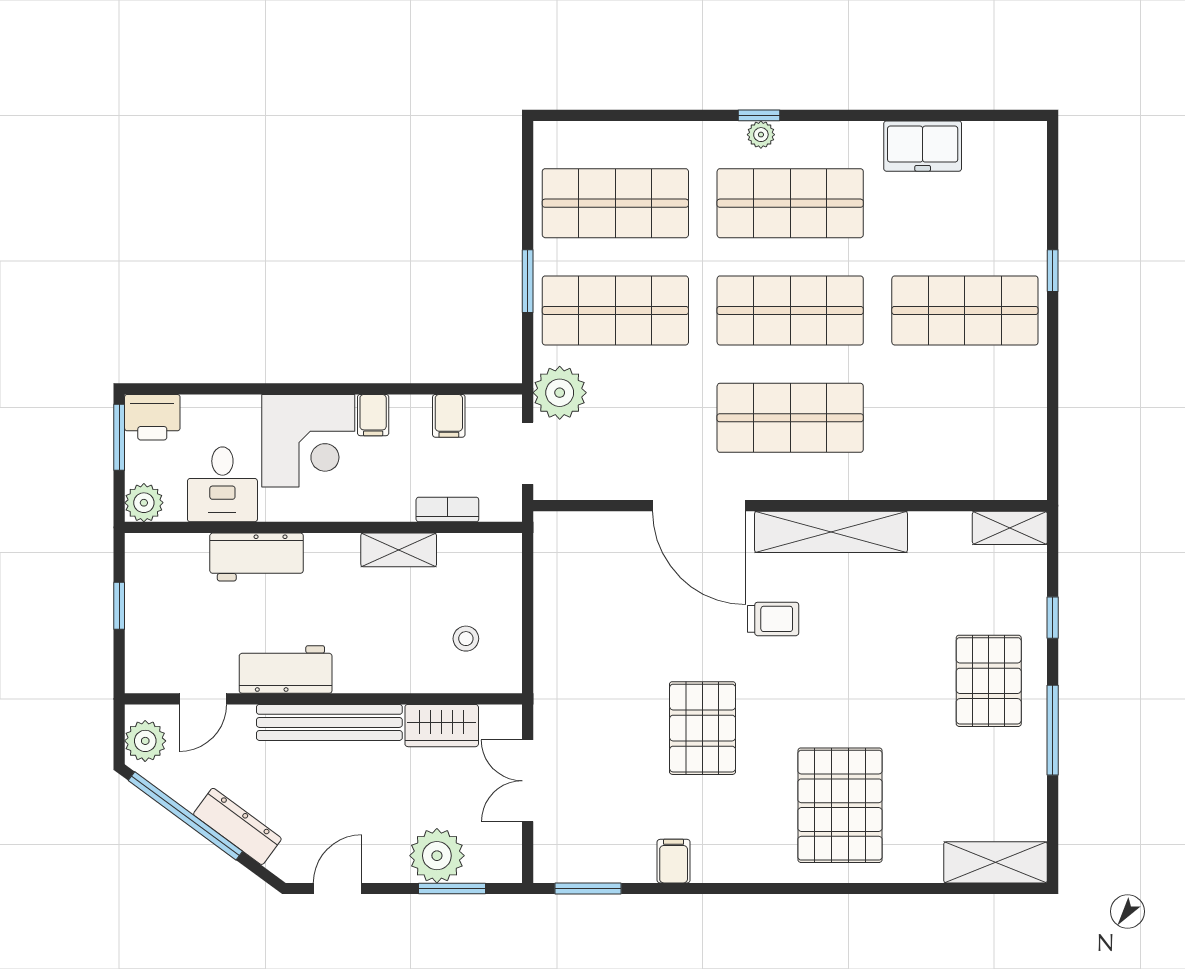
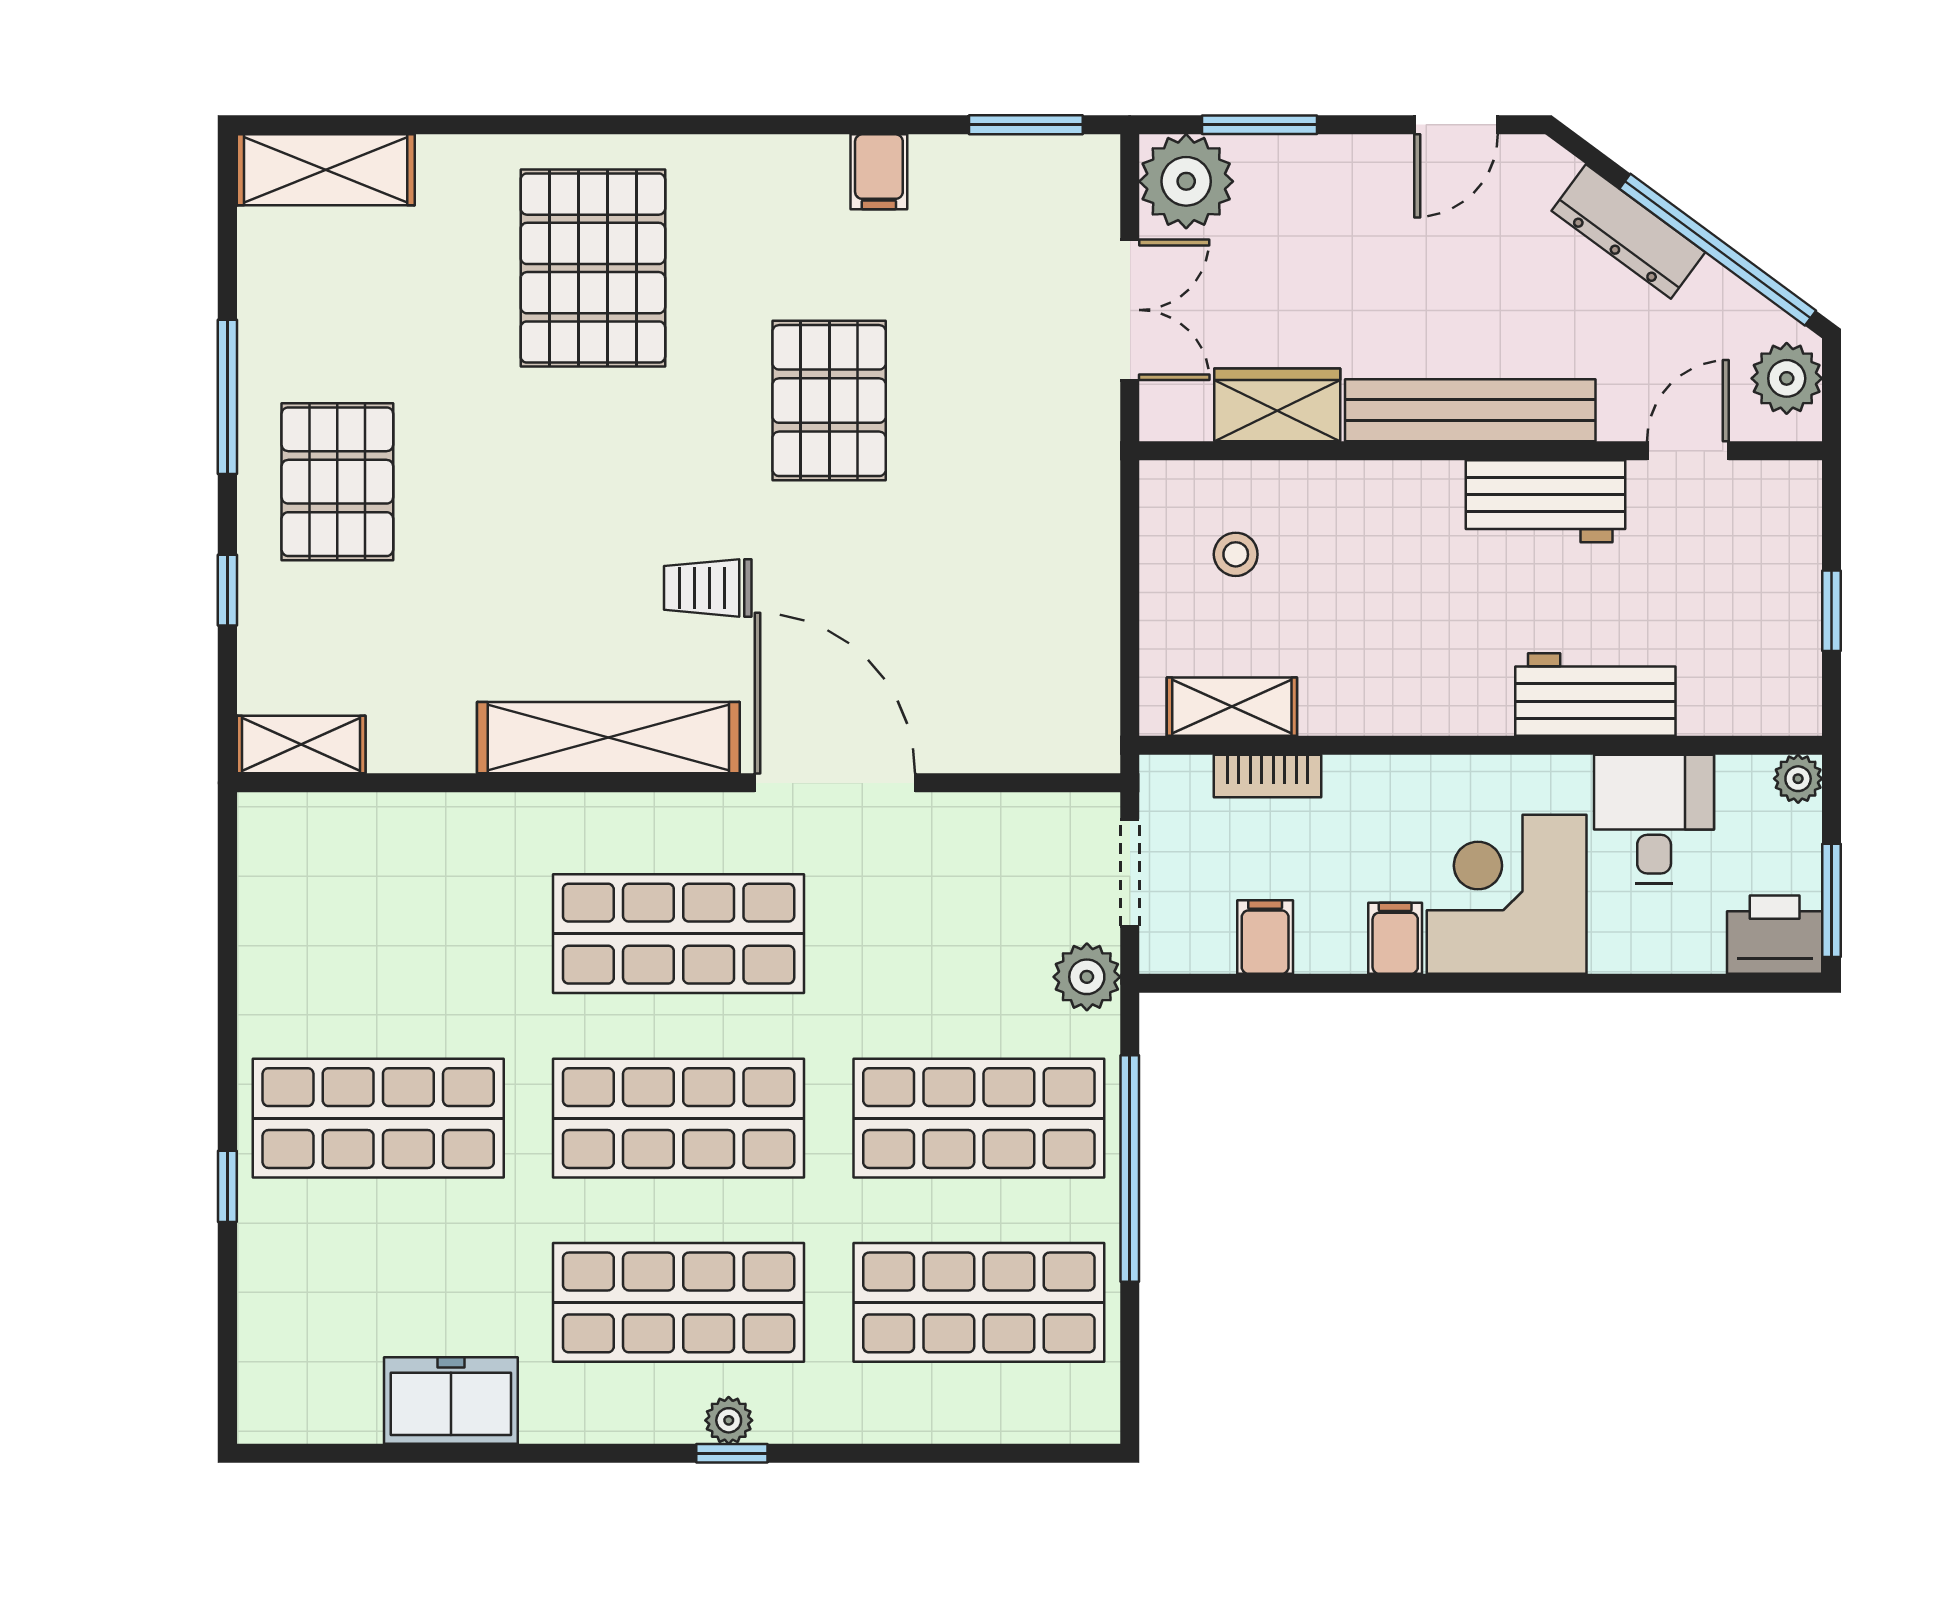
window: (528, 281) -> (1130, 1169), width x2.11
plant: (560, 393) -> (1087, 977), width x0.73, depth x0.73
plant: (144, 503) -> (1798, 779), width x0.73, depth x0.73
shelving: (399, 550) -> (1232, 707), moved
plant: (437, 856) -> (1186, 181), moved

